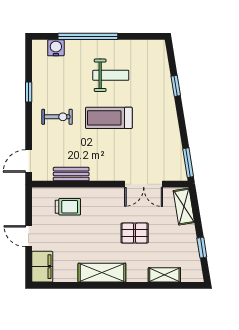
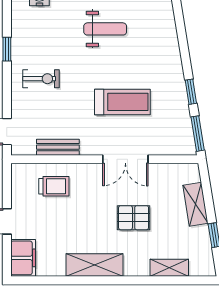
window: (176, 86) -> (191, 92), moved
treadmill: (109, 118) -> (122, 102), moved, turned 180
double door: (144, 184) -> (125, 159), moved
shelving: (184, 207) -> (195, 204), moved

